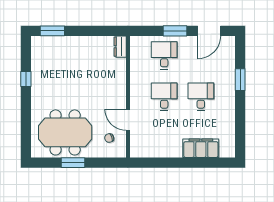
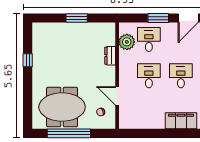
window: (52, 31) -> (77, 18), moved
dresser: (120, 47) -> (110, 56), moved
plant: (139, 58) -> (127, 42), added
window: (73, 163) -> (69, 133), width x2.11

